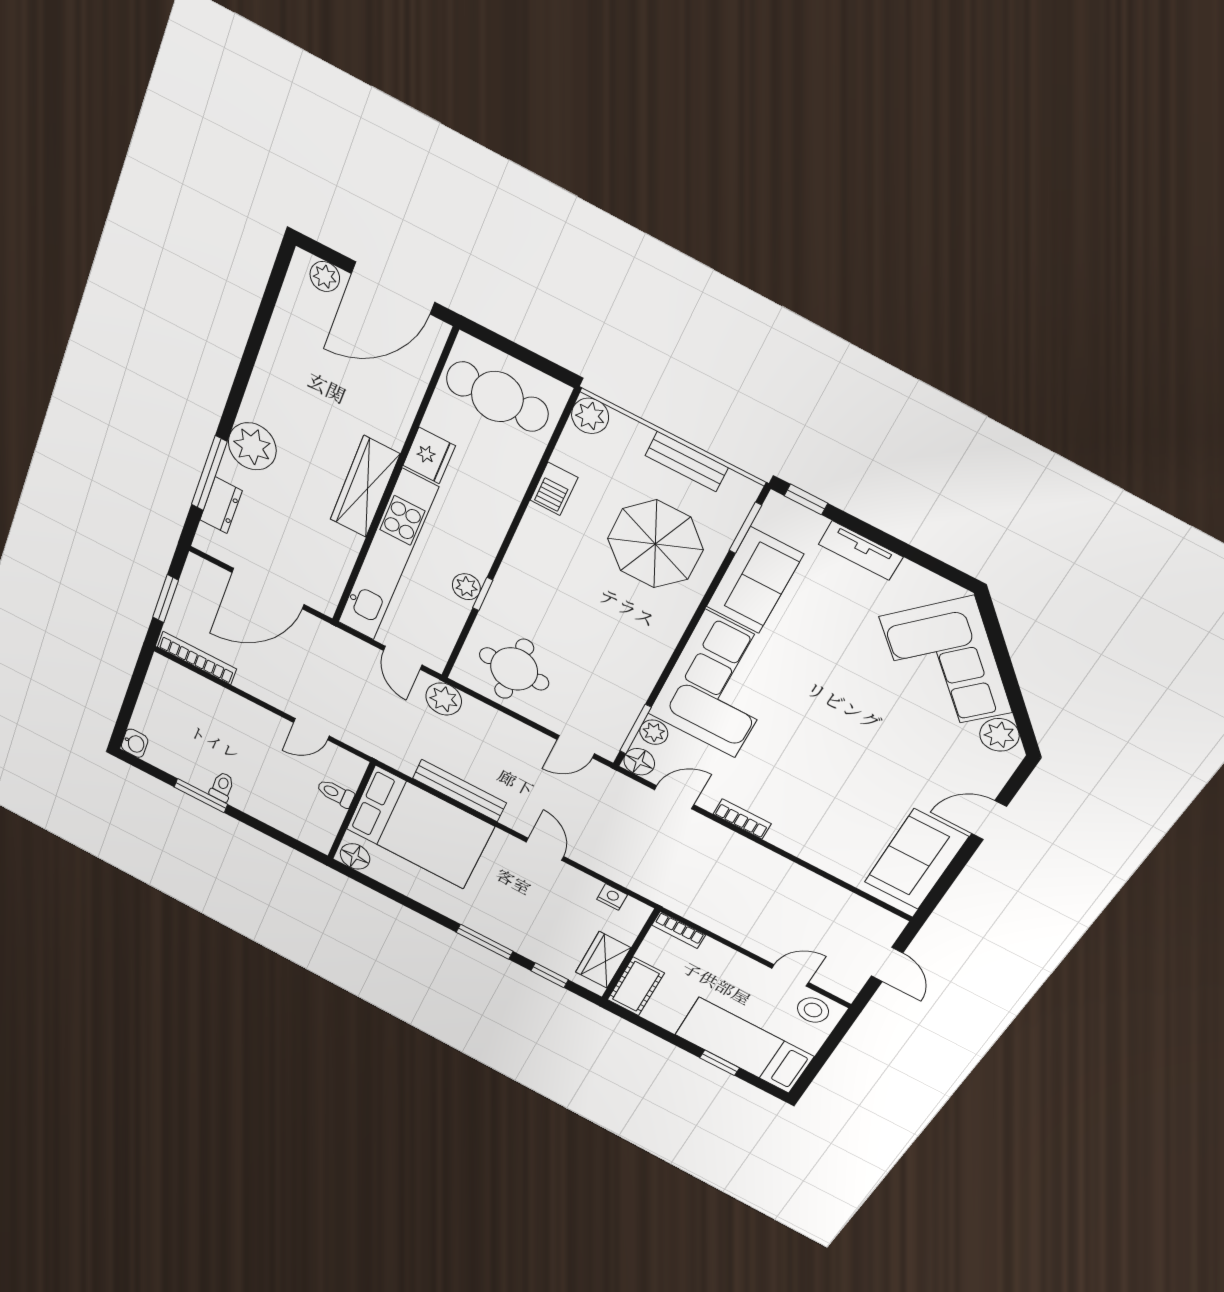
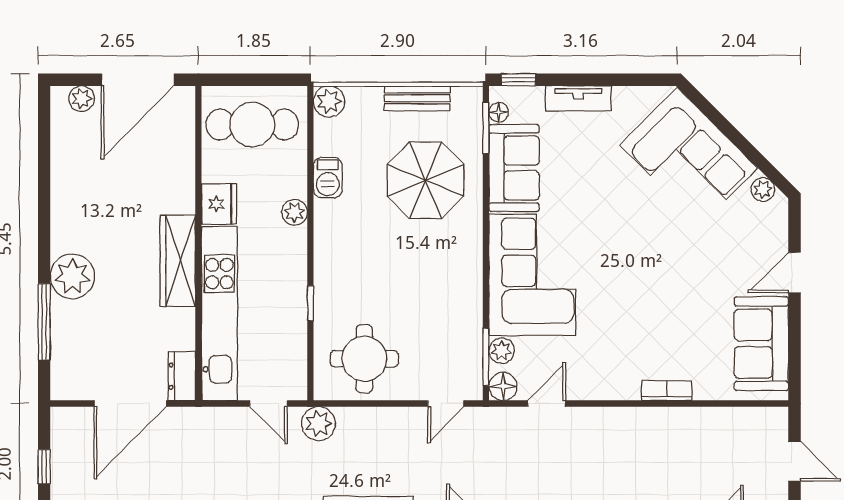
dresser: (221, 505) -> (182, 376), moved, turned 180
floor lamp: (767, 520) -> (499, 112), added
plant: (466, 587) -> (295, 212), moved
window: (166, 599) -> (44, 467), width x0.67
plant: (999, 735) -> (763, 189), width x0.73, depth x0.73
bookcase: (742, 819) -> (667, 391), moved

